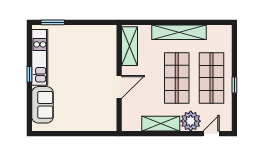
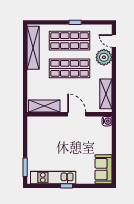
shelving: (179, 32) -> (33, 48), moved
sofa: (42, 105) -> (103, 169), moved, turned -90
shelving: (161, 124) -> (106, 94), moved
water cooler: (111, 125) -> (107, 121), added

